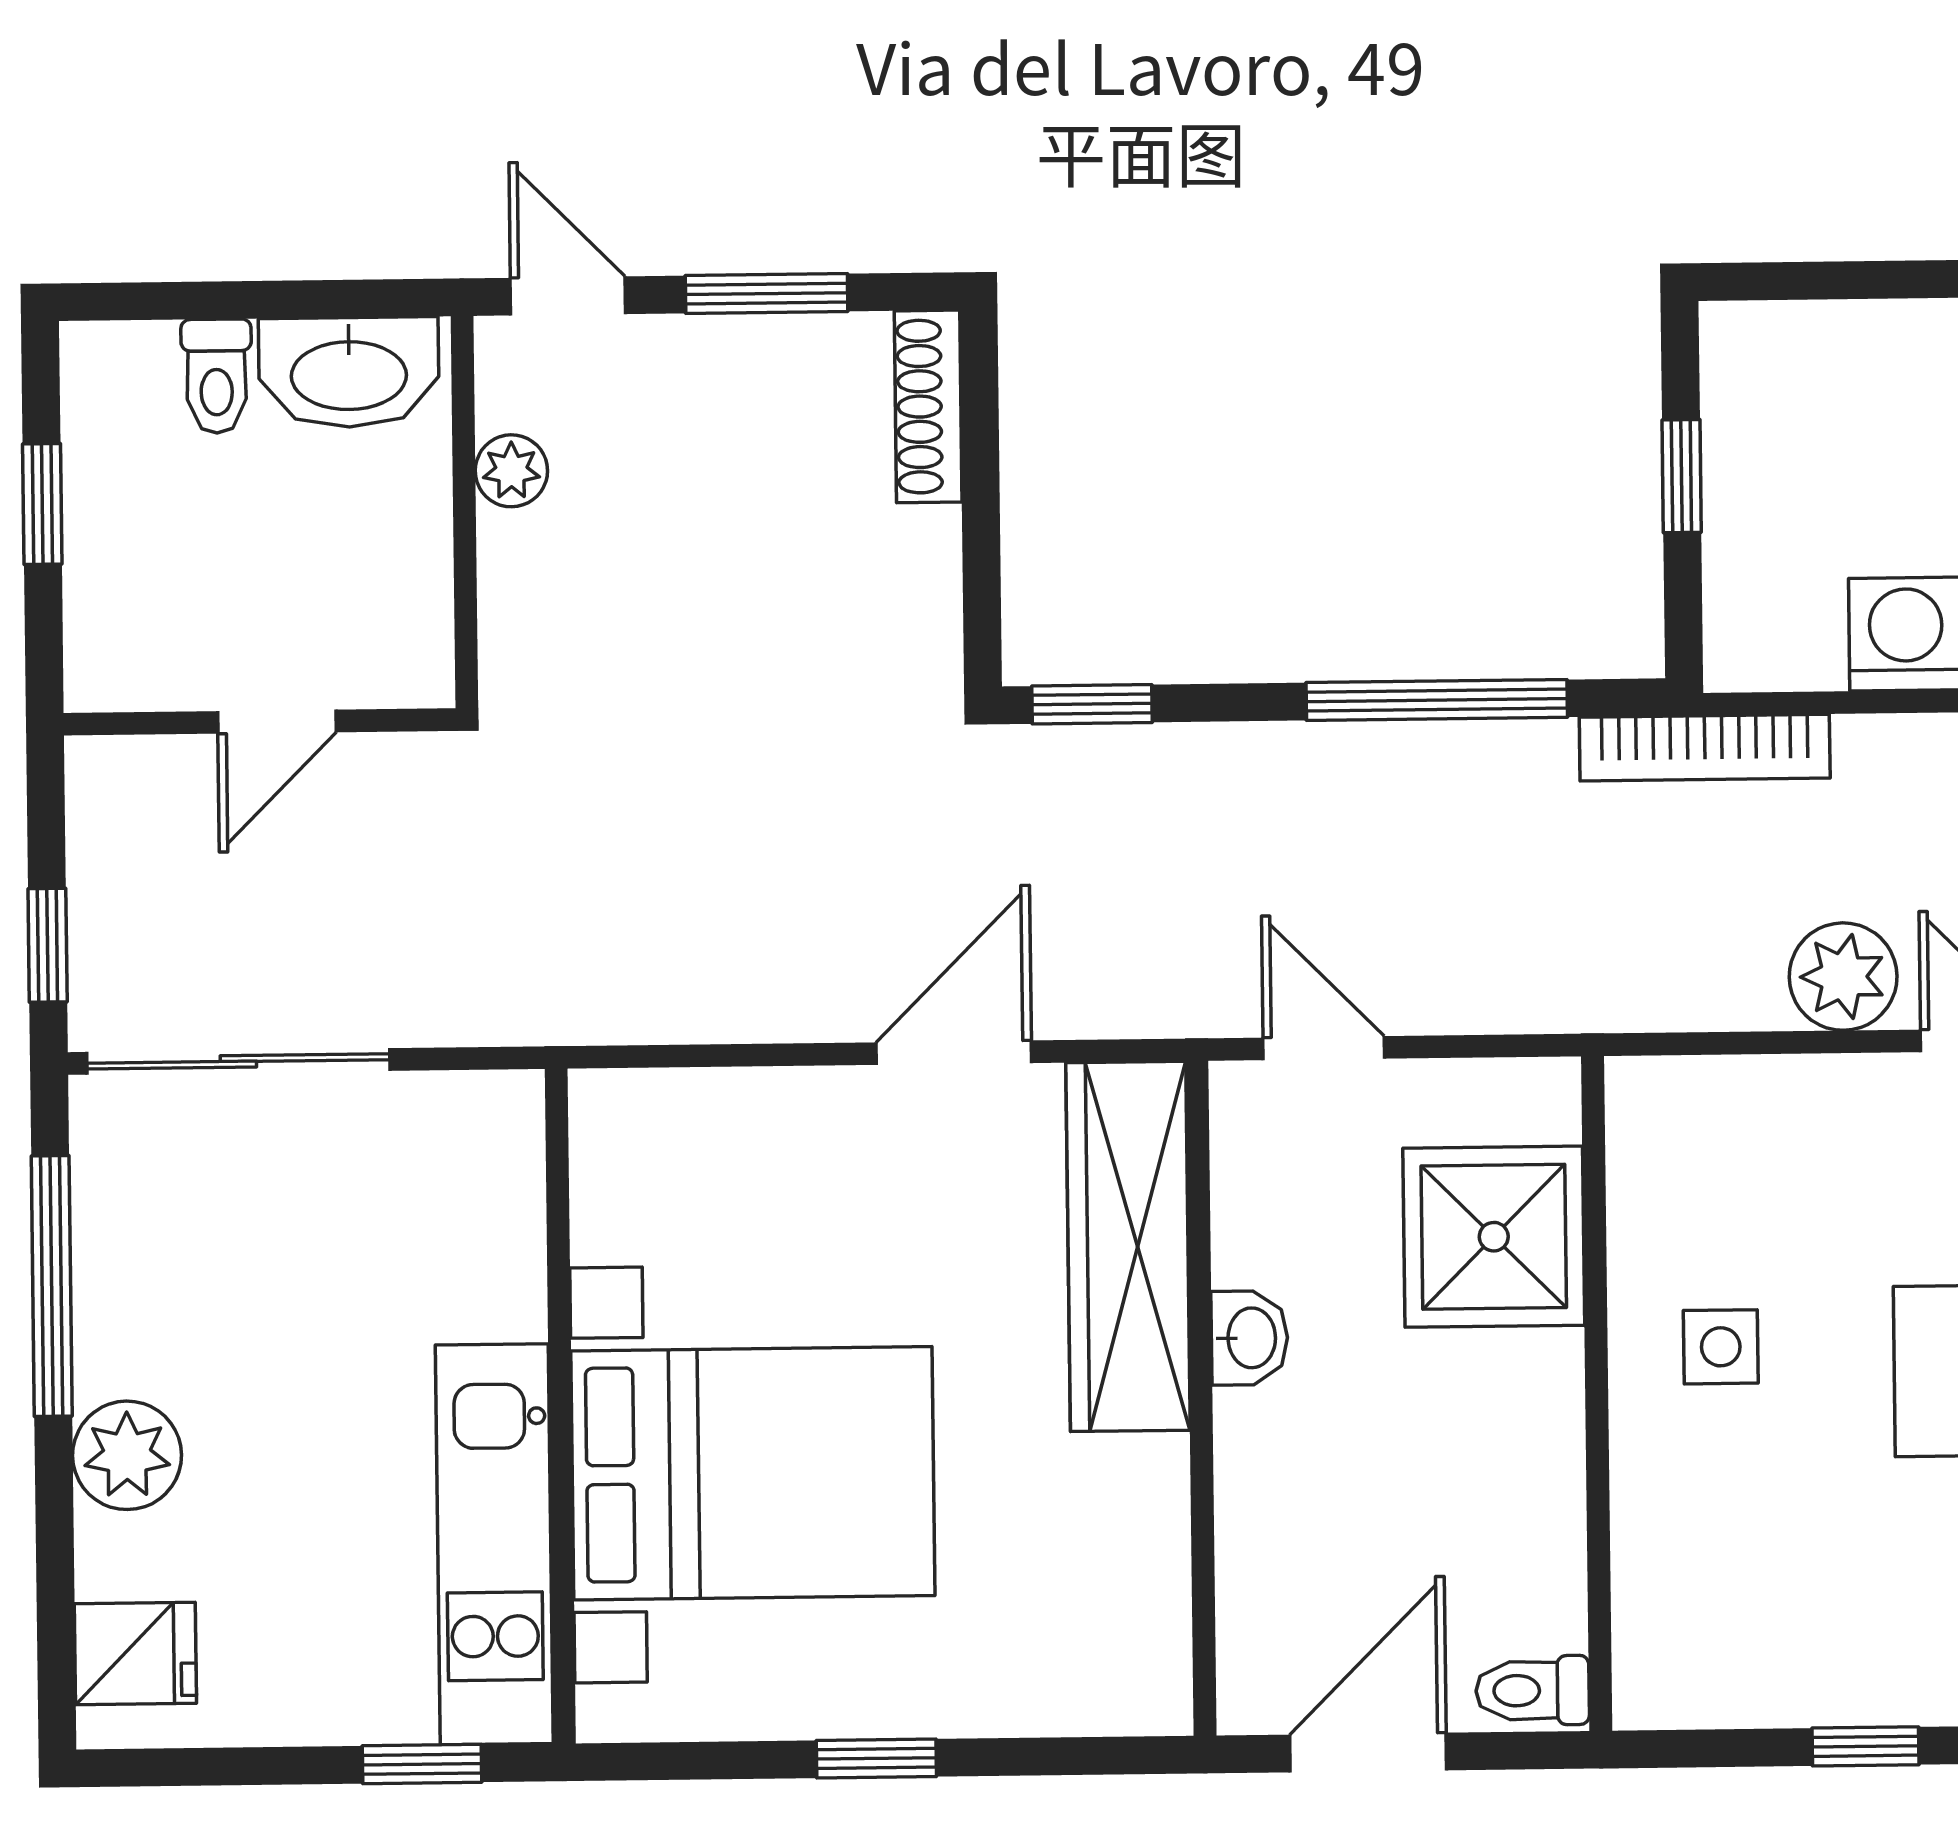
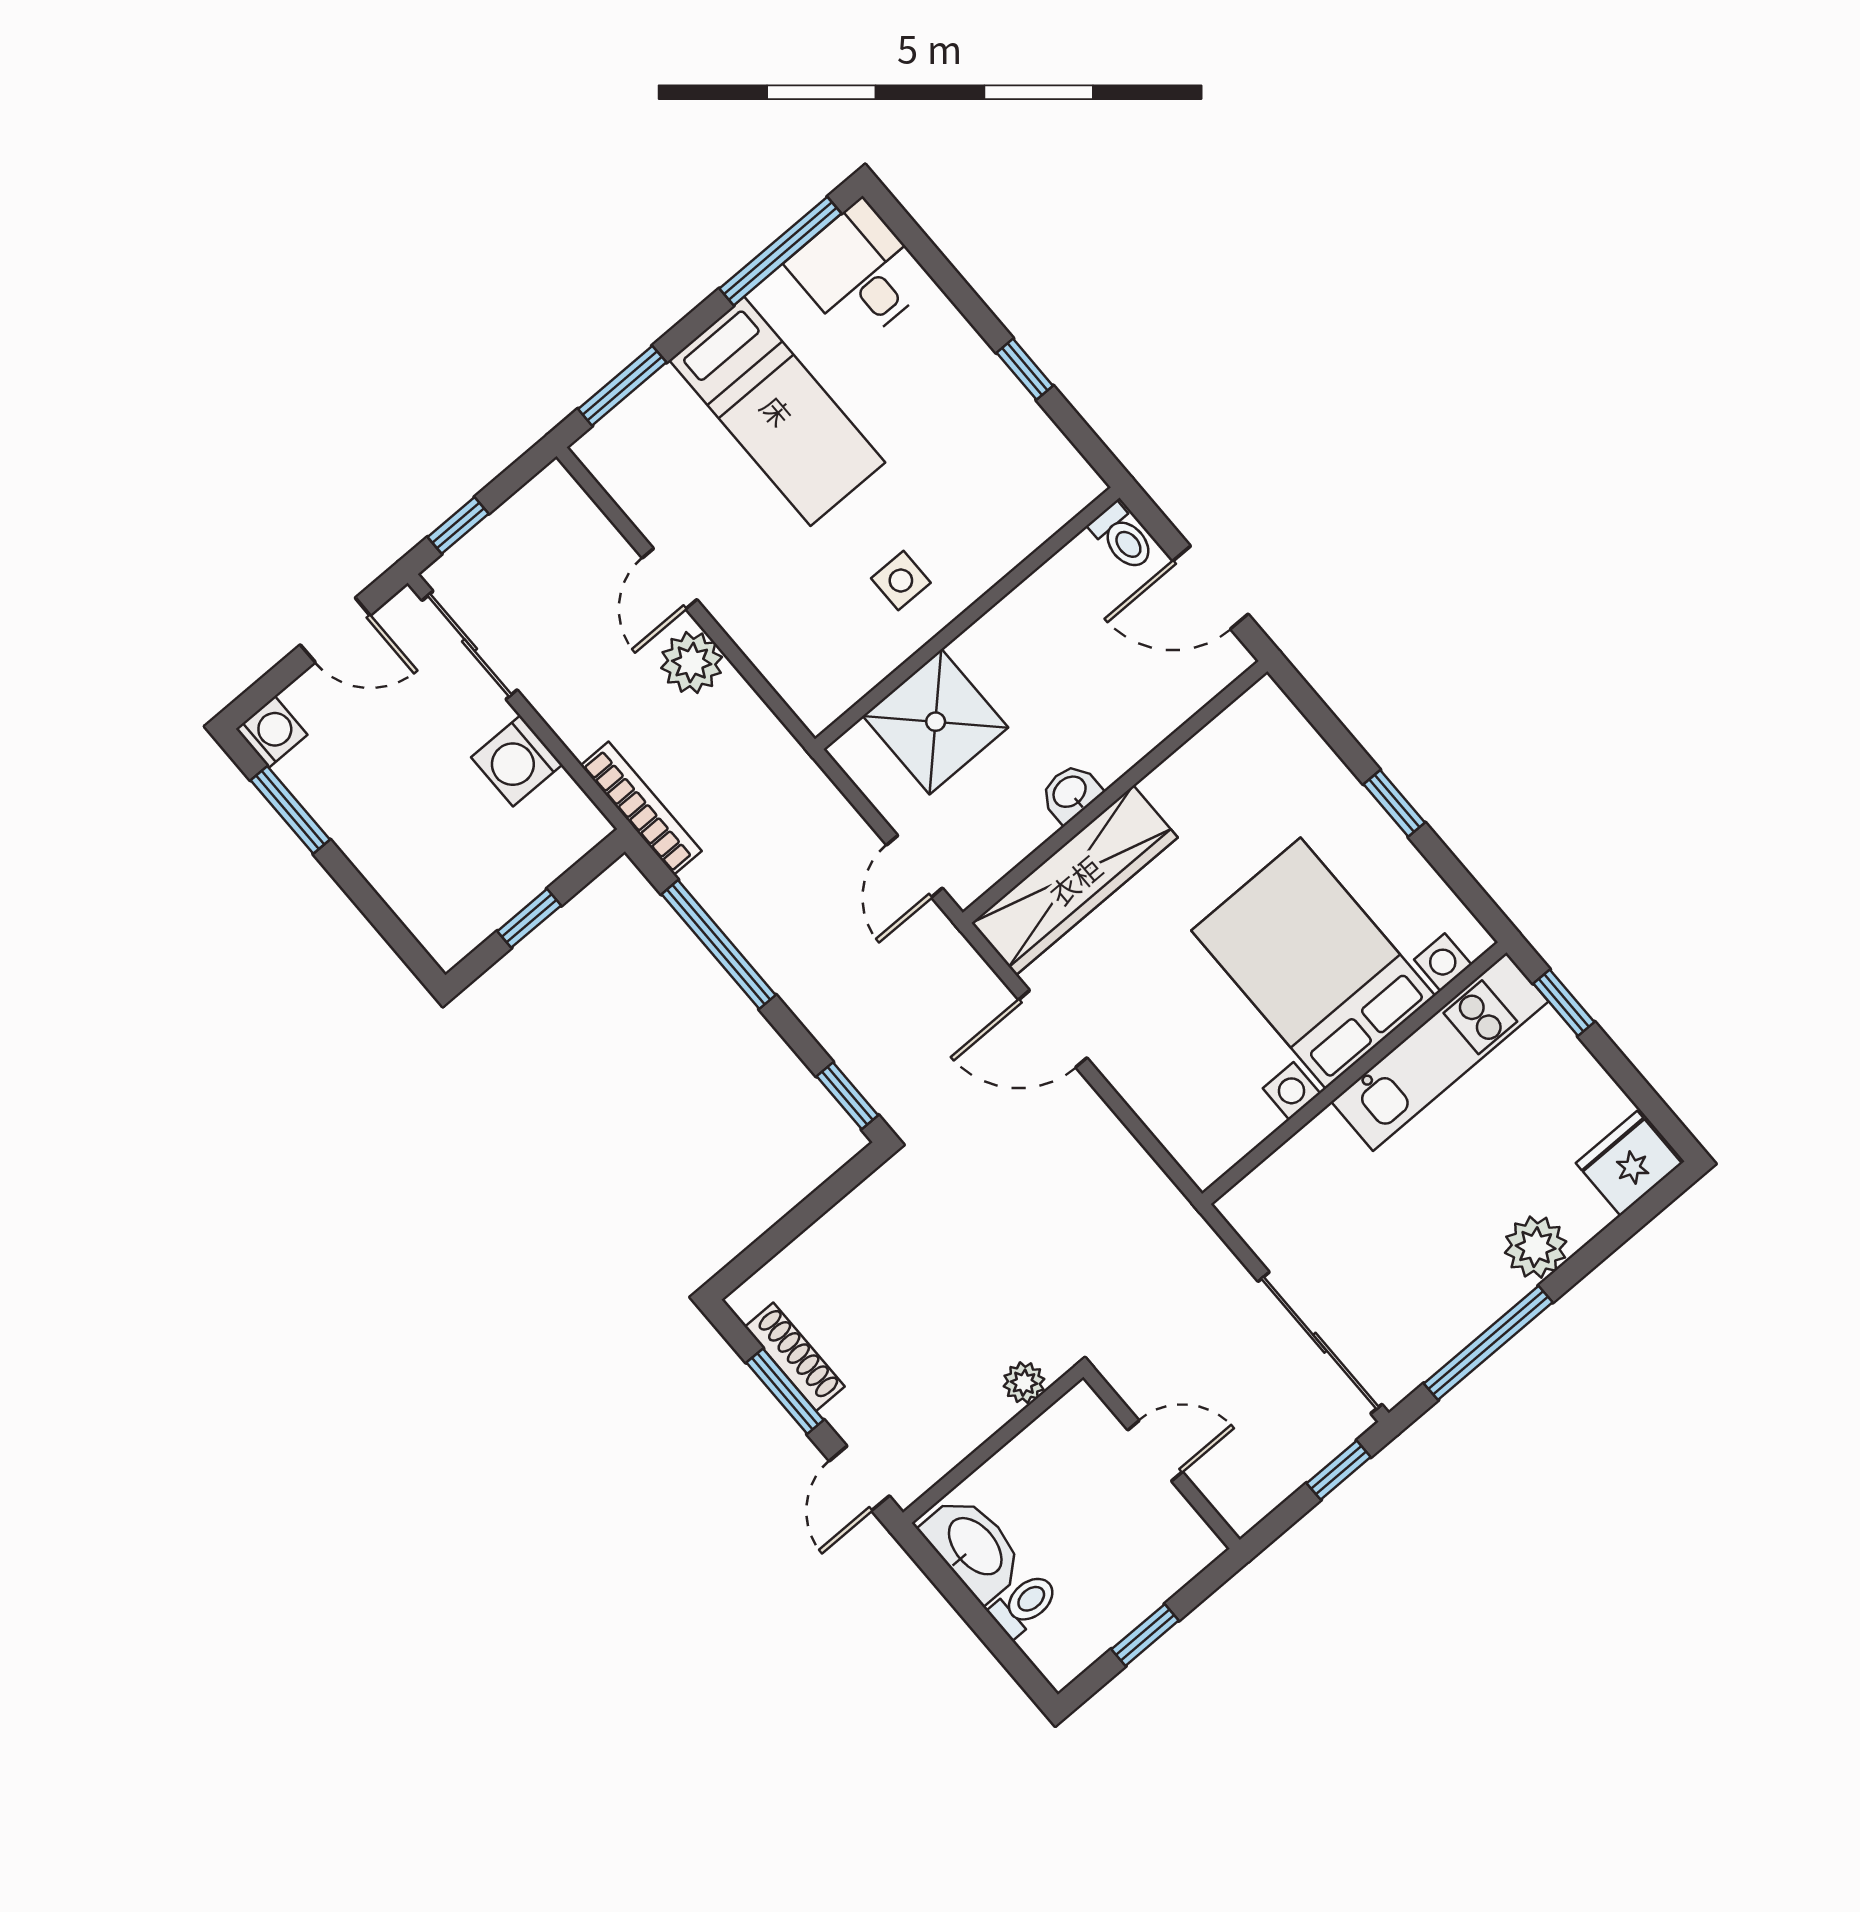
shoe rack: (928, 406) -> (795, 1357), moved, turned -90
plant: (511, 471) -> (1024, 1383), moved
fridge: (135, 1654) -> (1629, 1163), width x1.38

